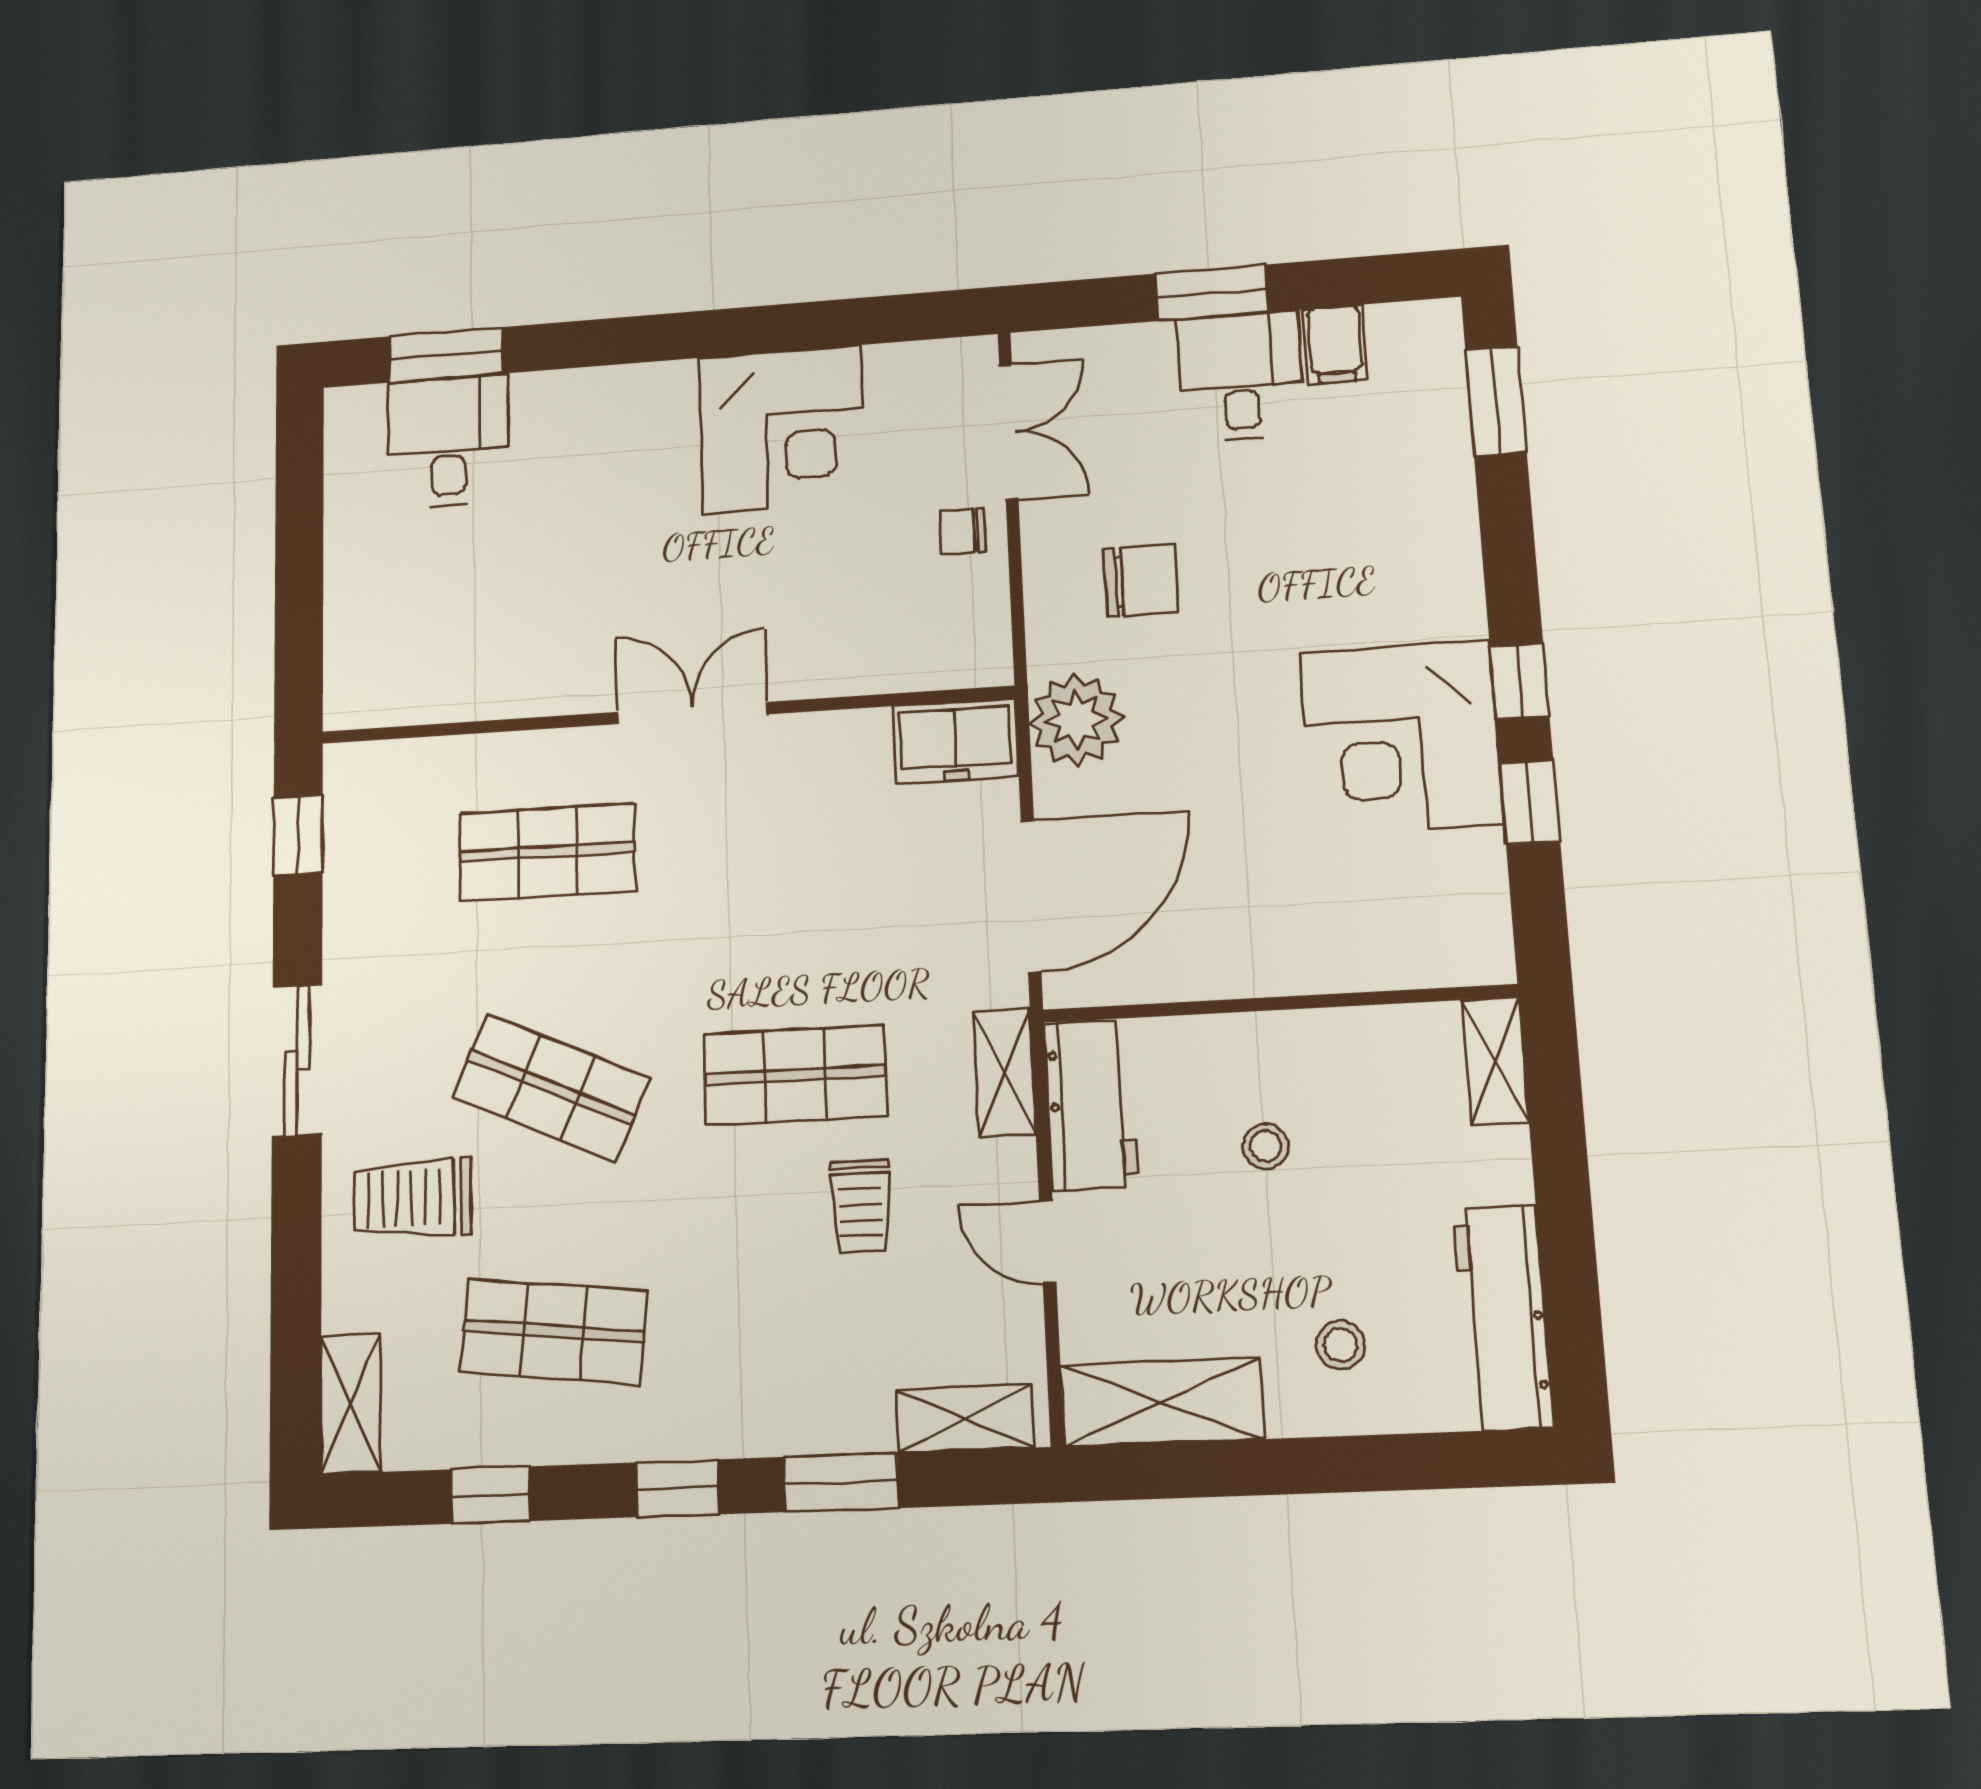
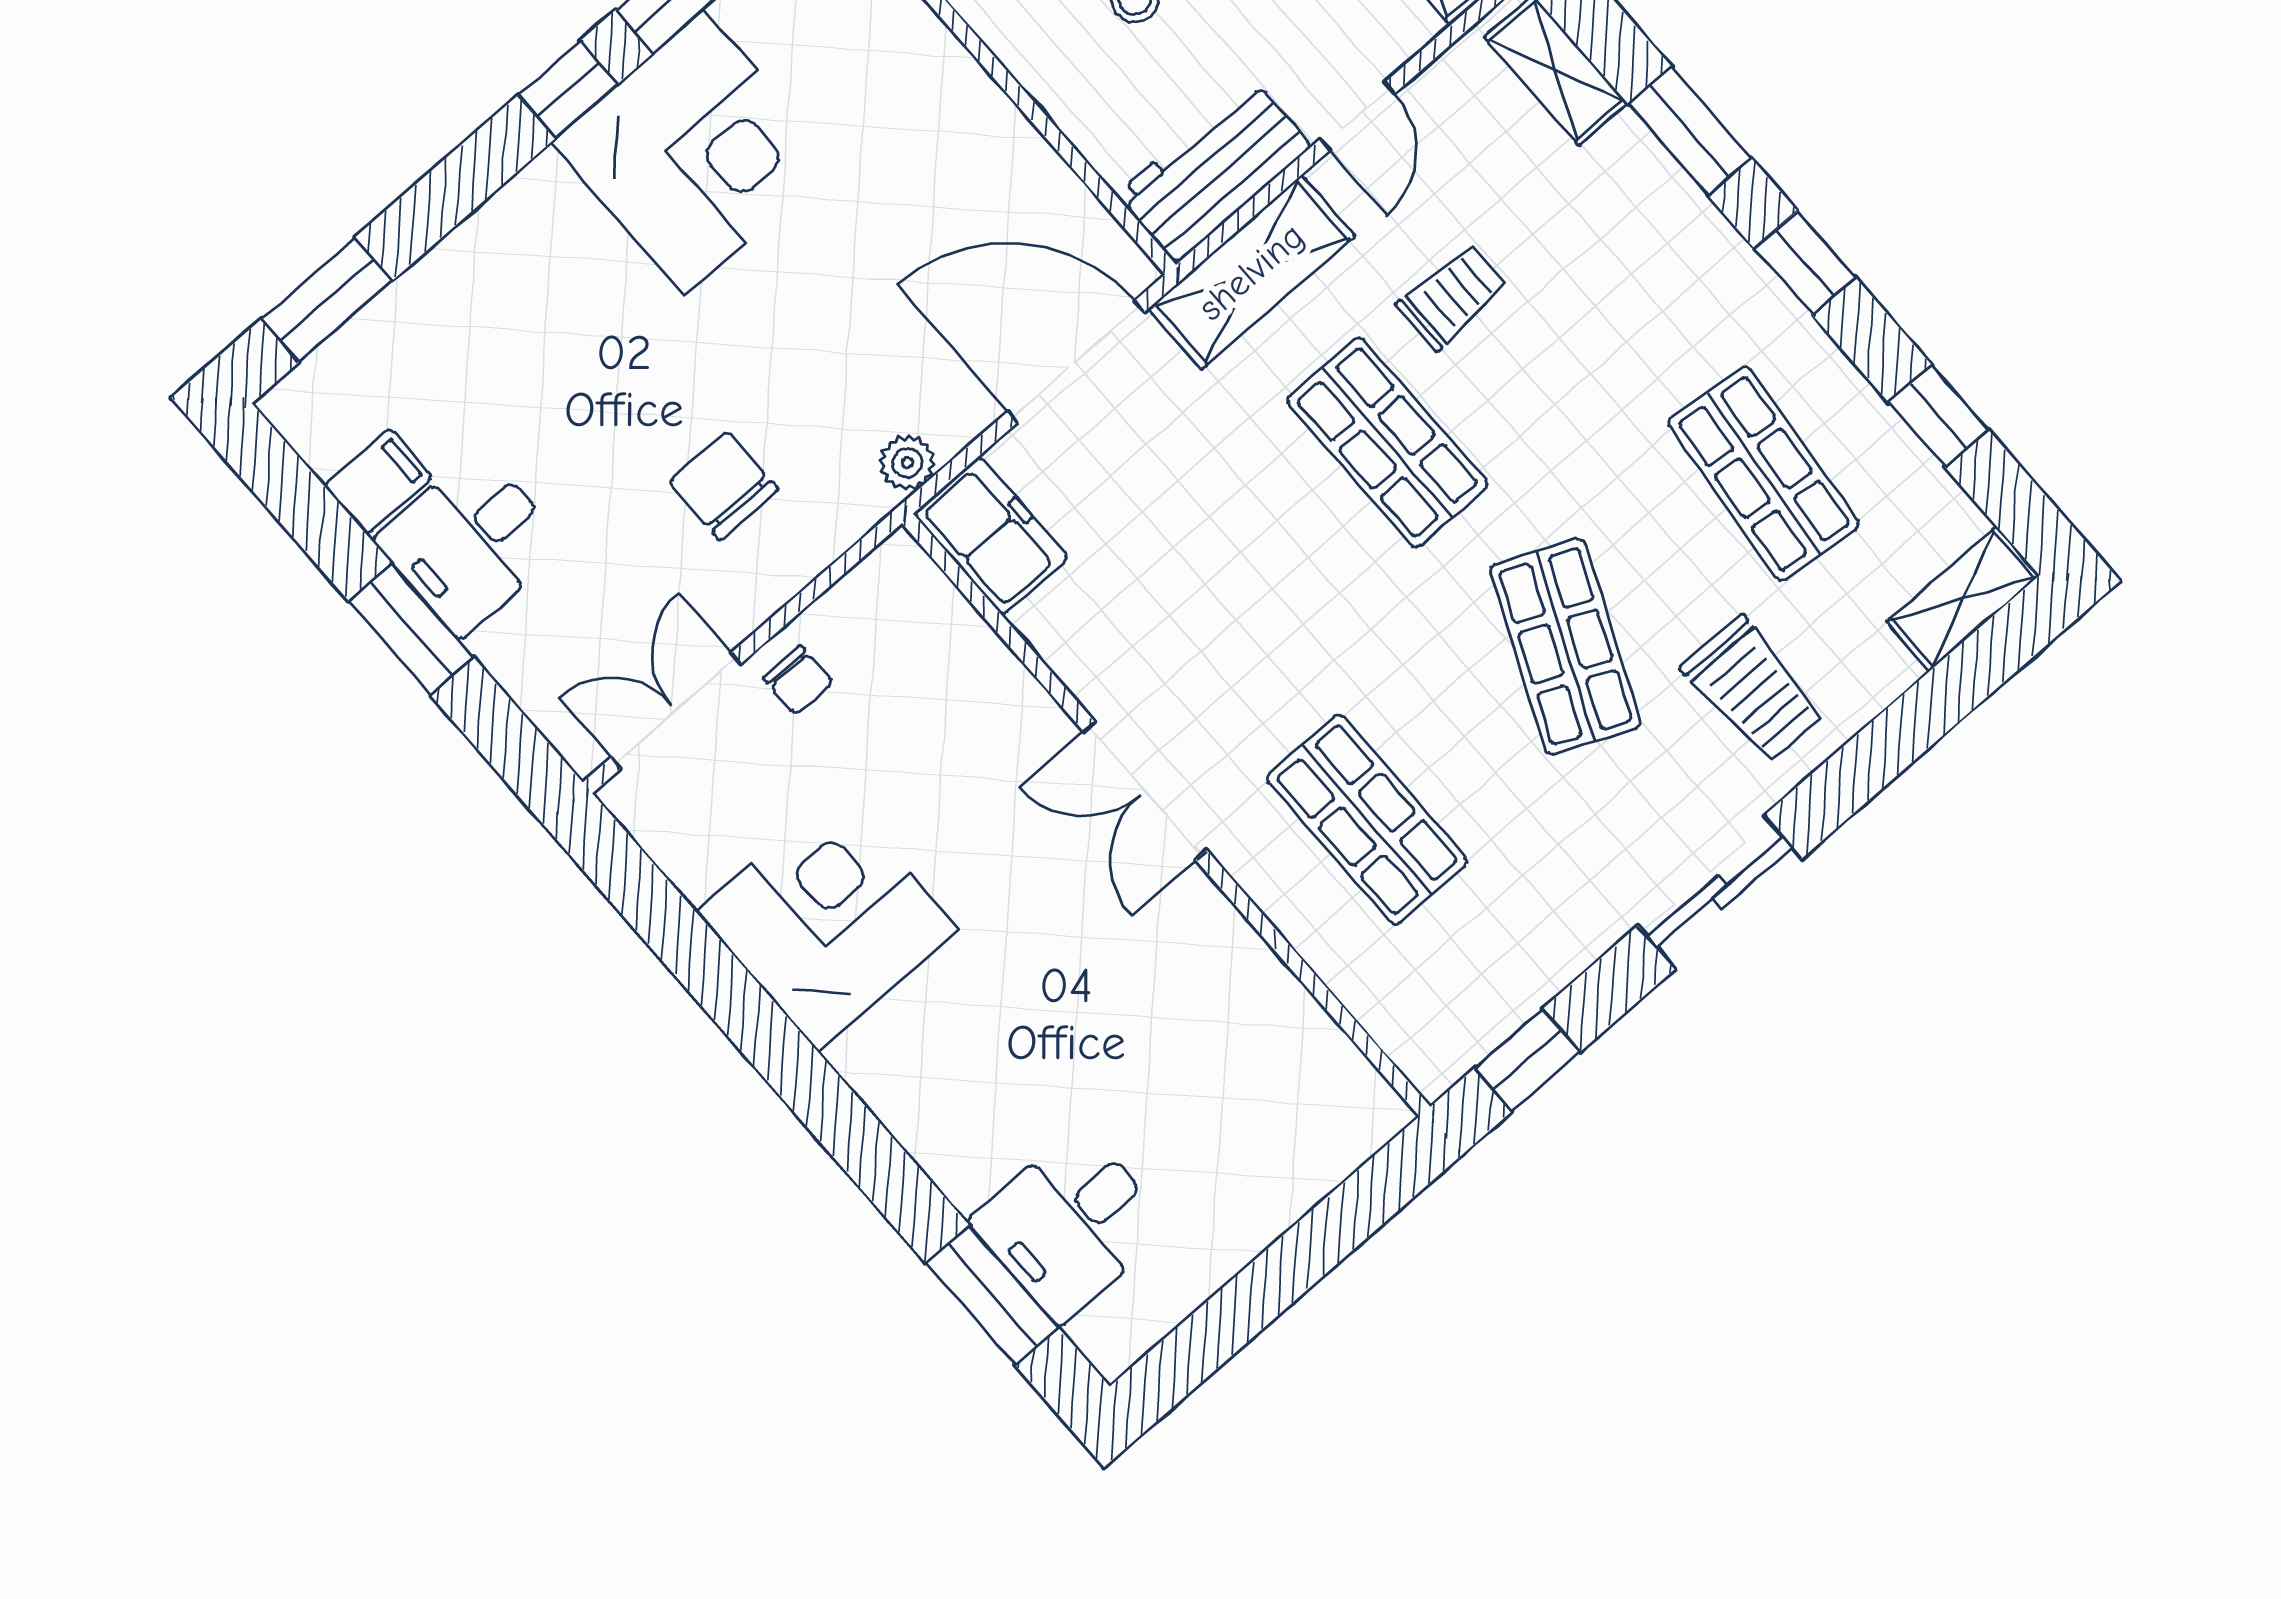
plant: (1076, 720) -> (907, 463), width x0.53, depth x0.53
shelving: (1005, 1073) -> (1251, 272), width x1.50, depth x1.33

